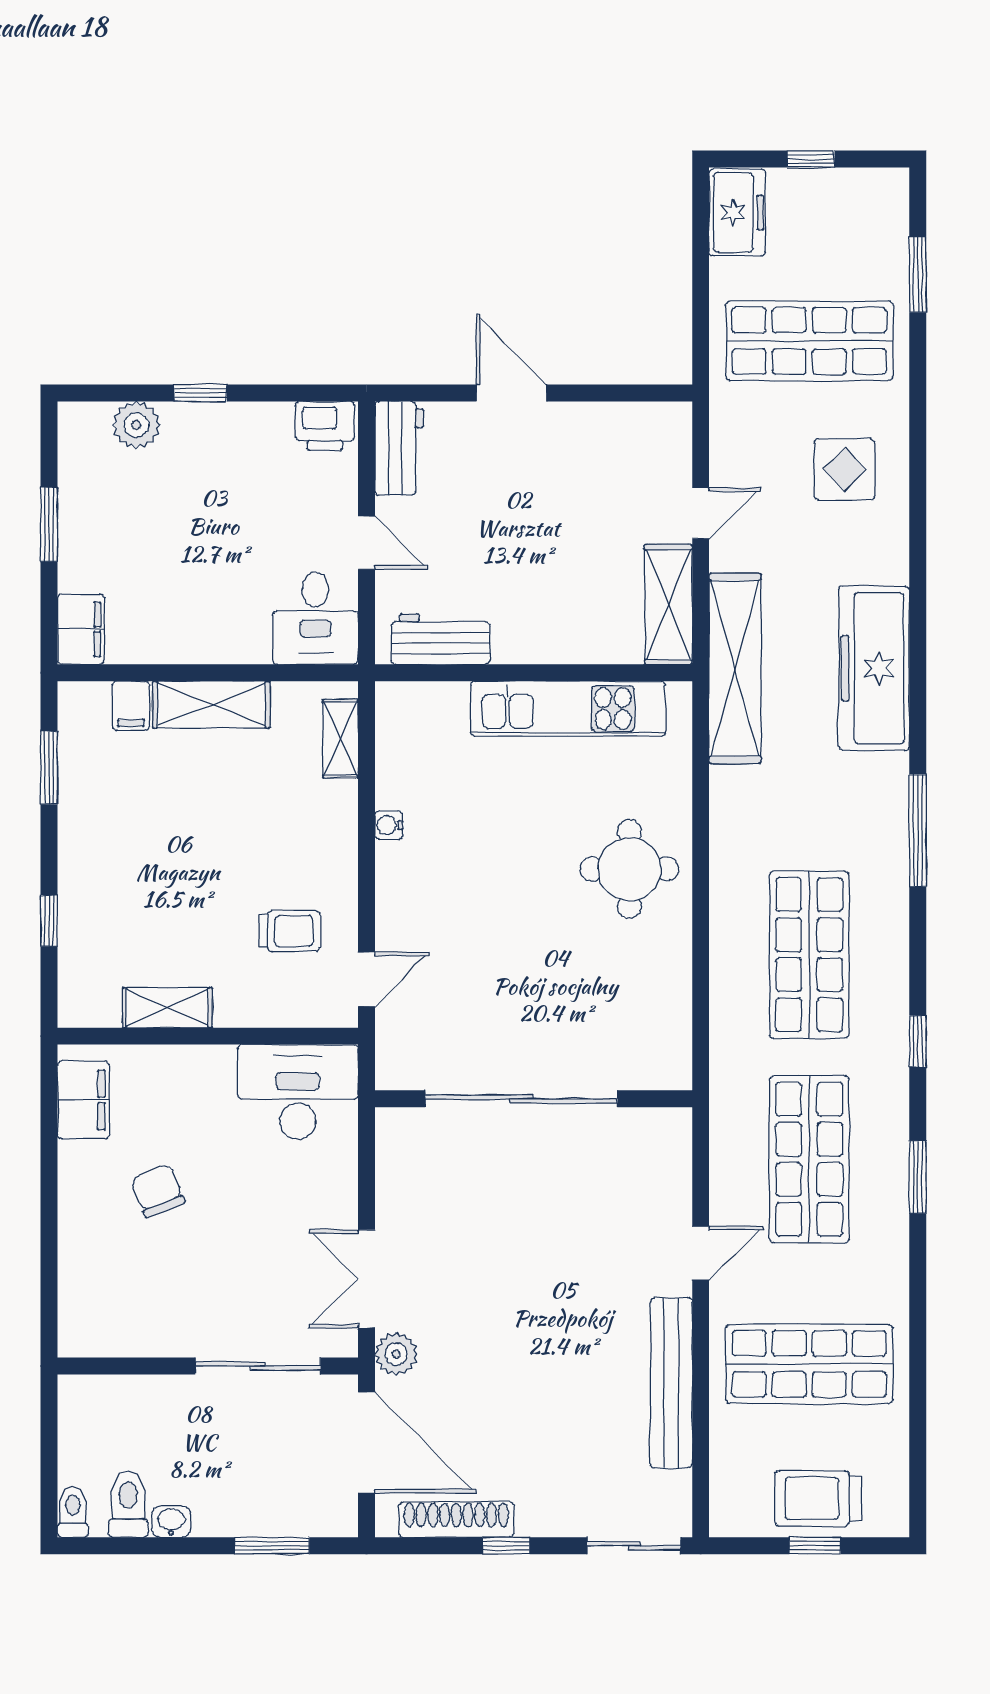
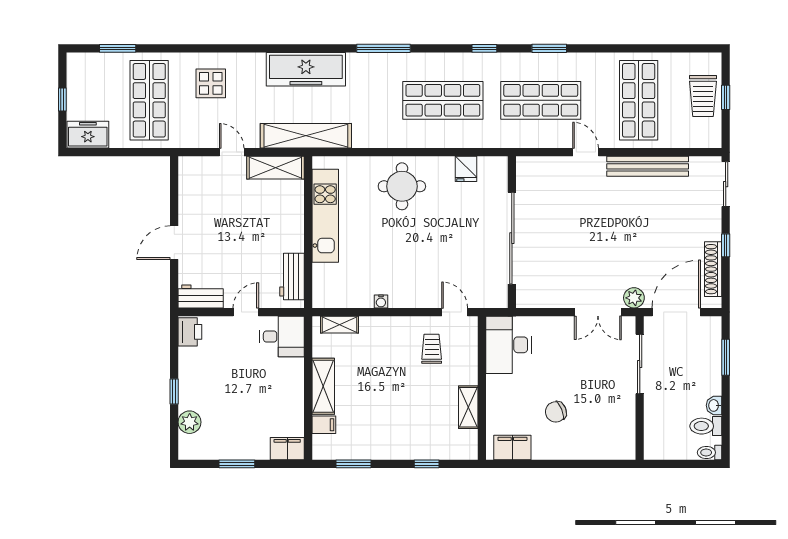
fridge: (666, 1003) -> (466, 169), added

